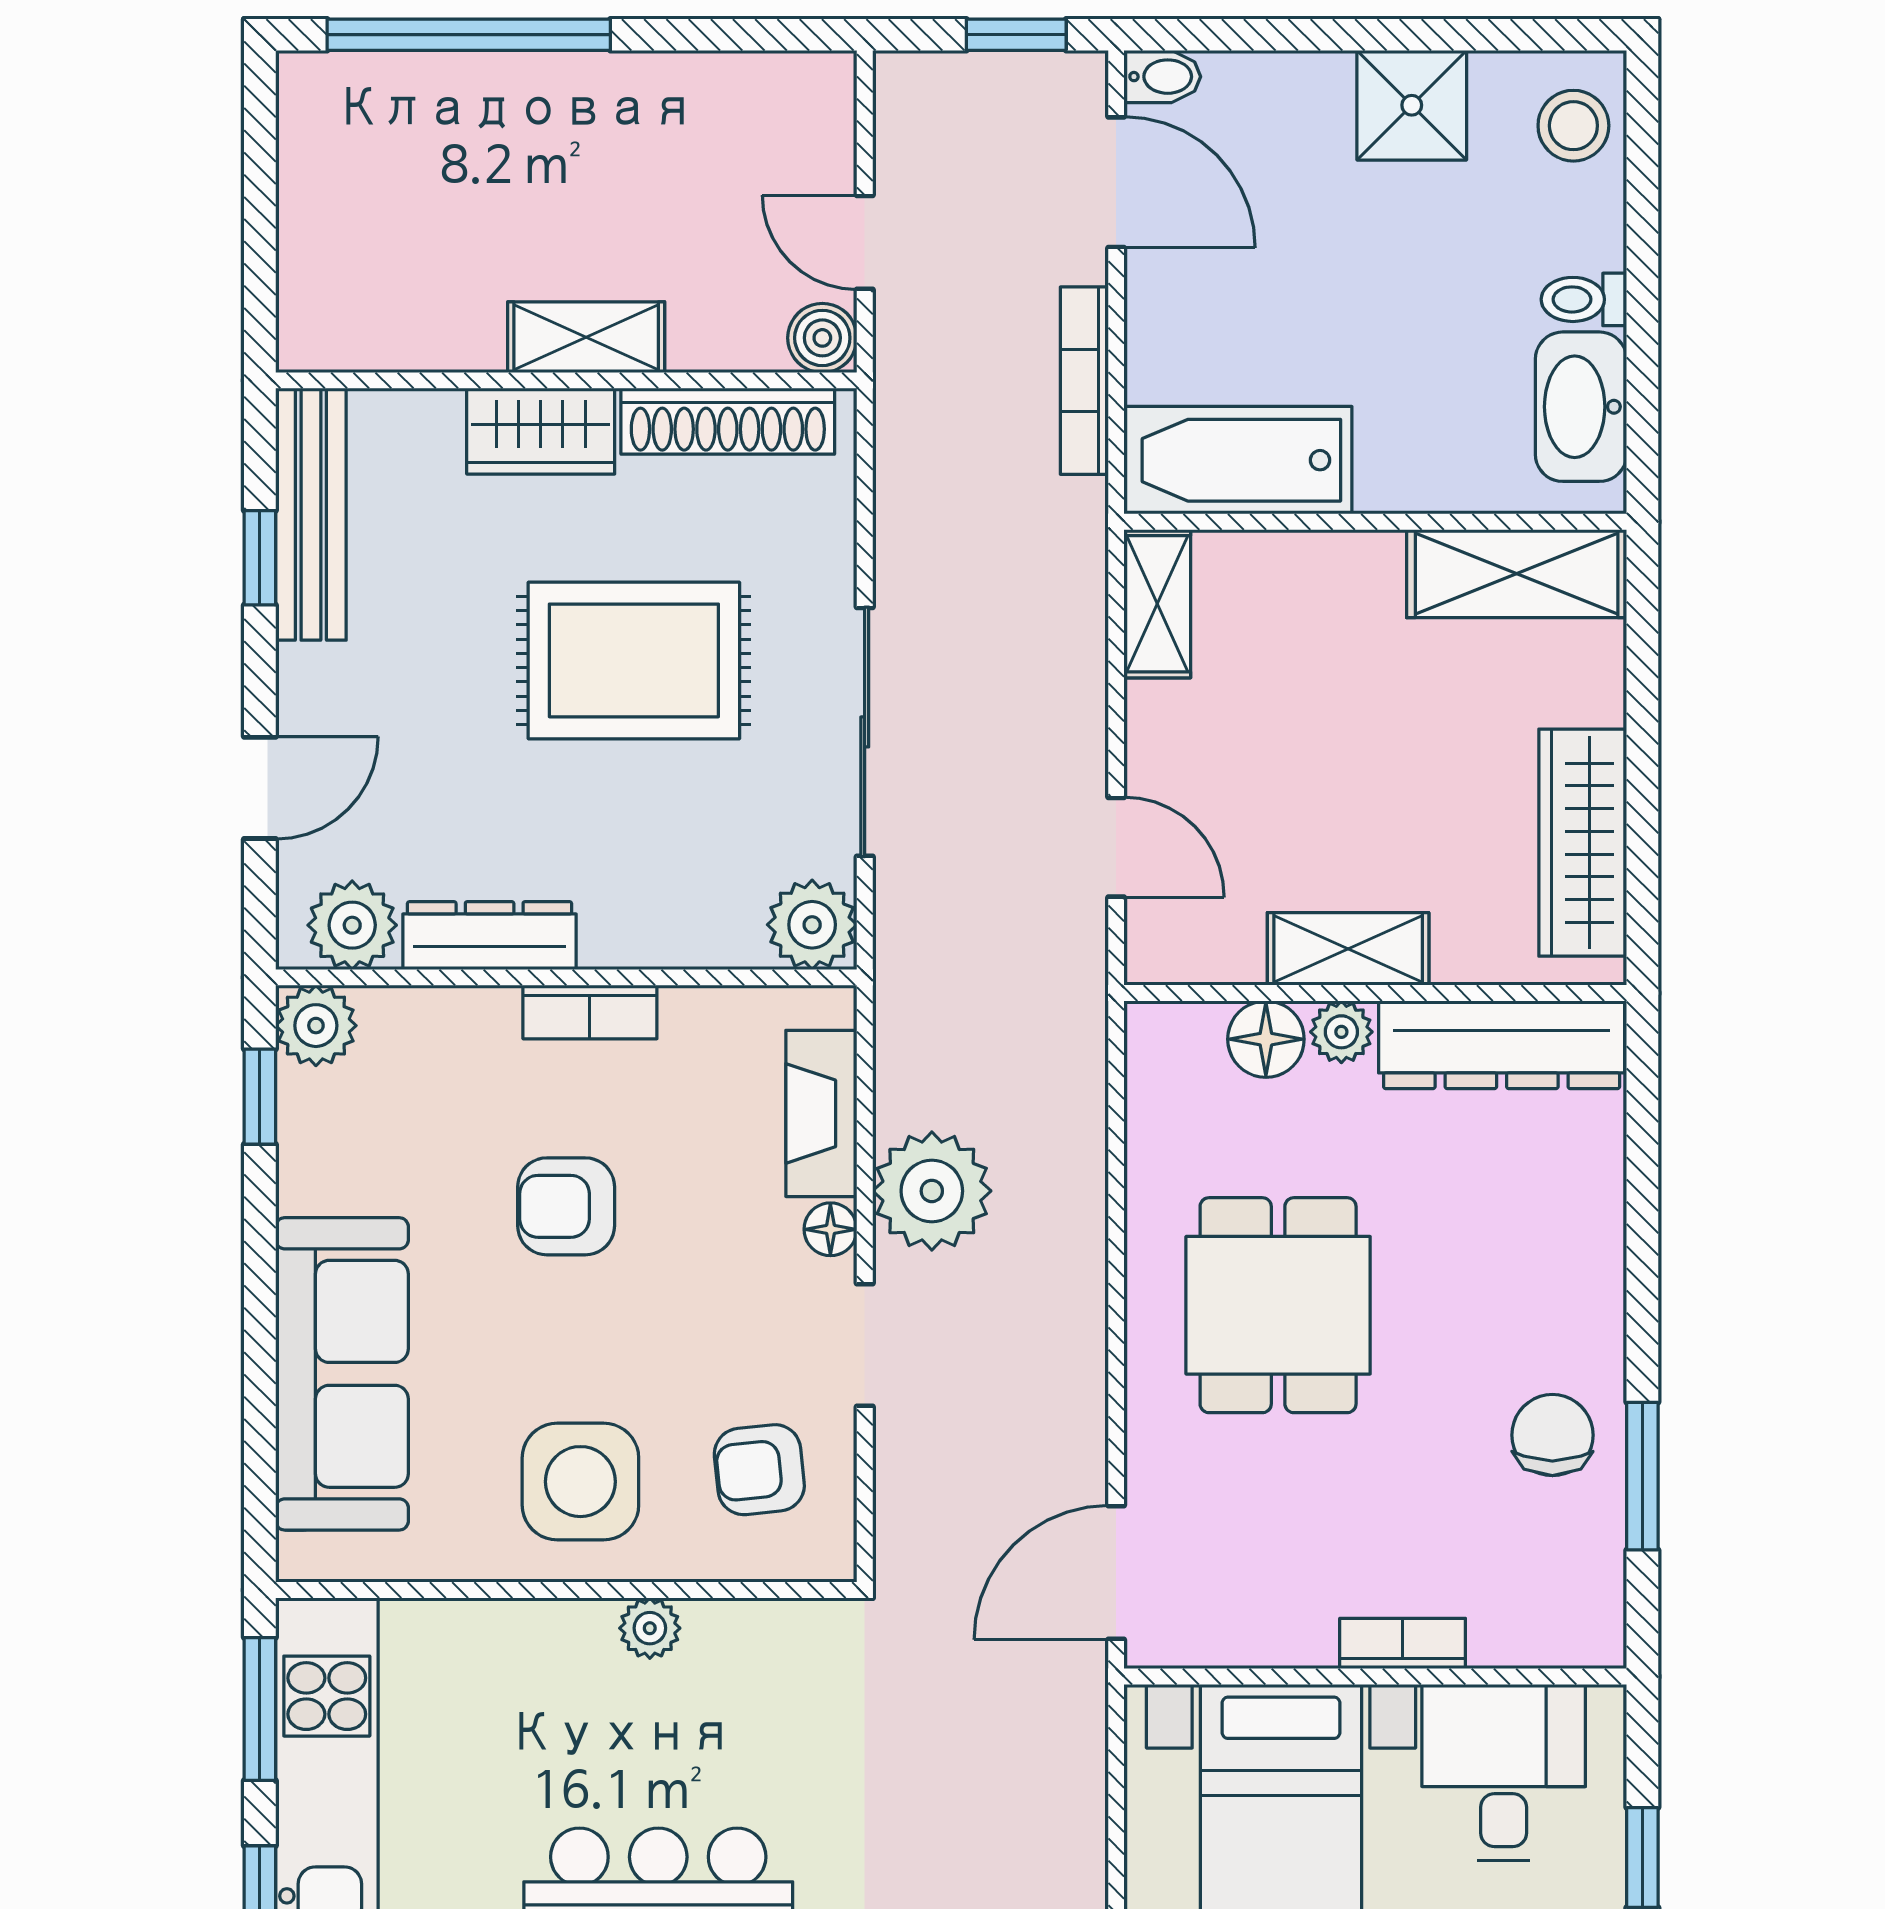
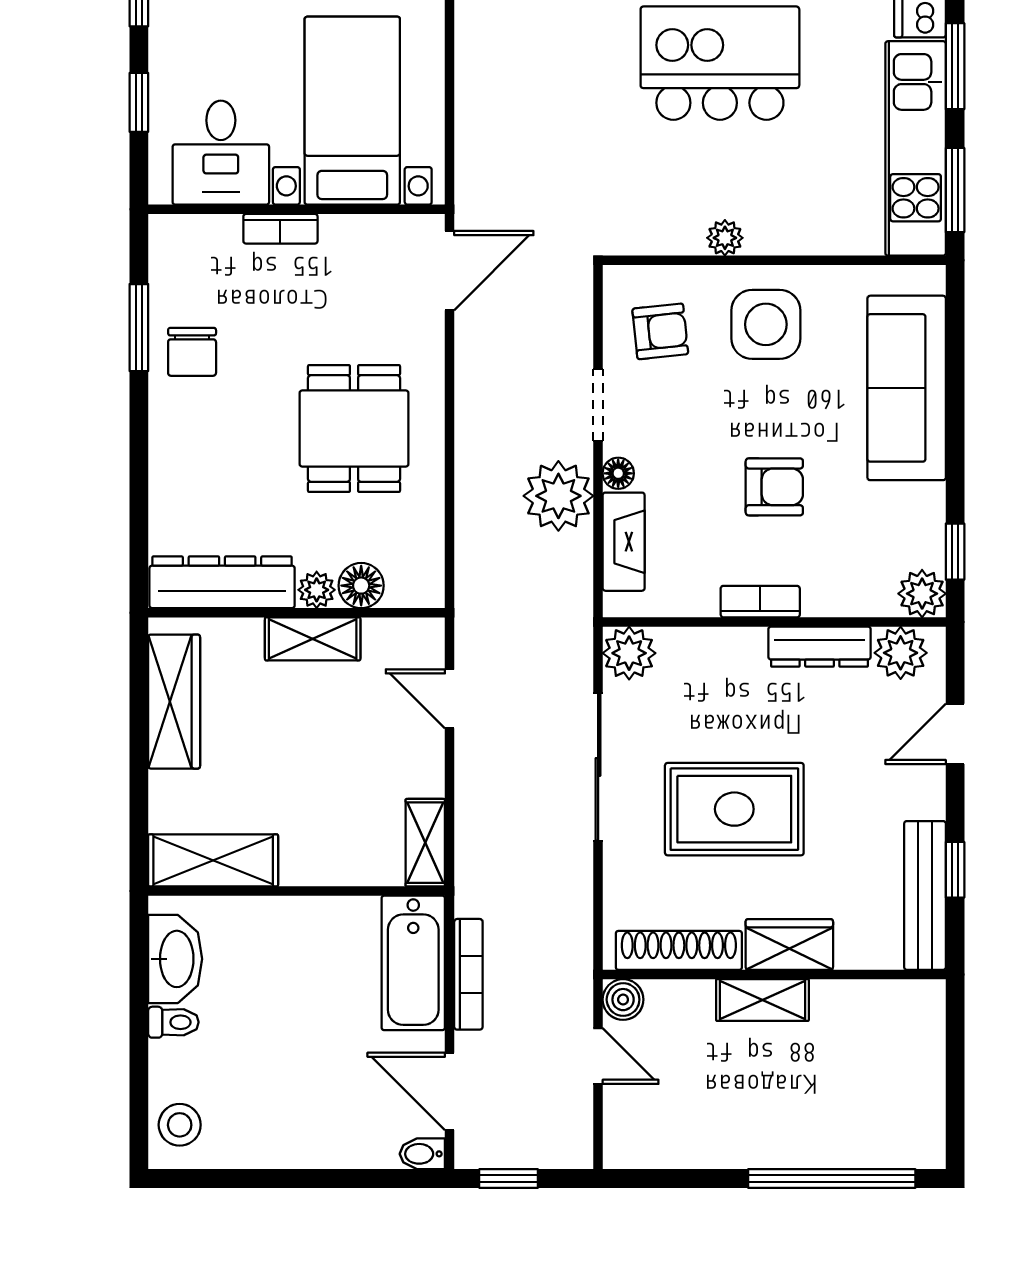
shower: (1412, 105) -> (275, 1137), removed
bathtub: (1238, 460) -> (413, 963), moved, turned 90

